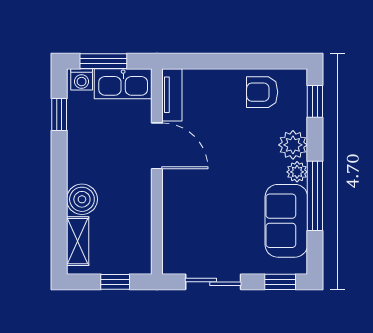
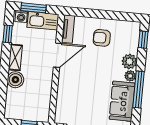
armchair: (262, 92) -> (102, 38), moved
door: (157, 146) -> (58, 55), hinge flipped
shelving: (78, 241) -> (15, 57), moved

